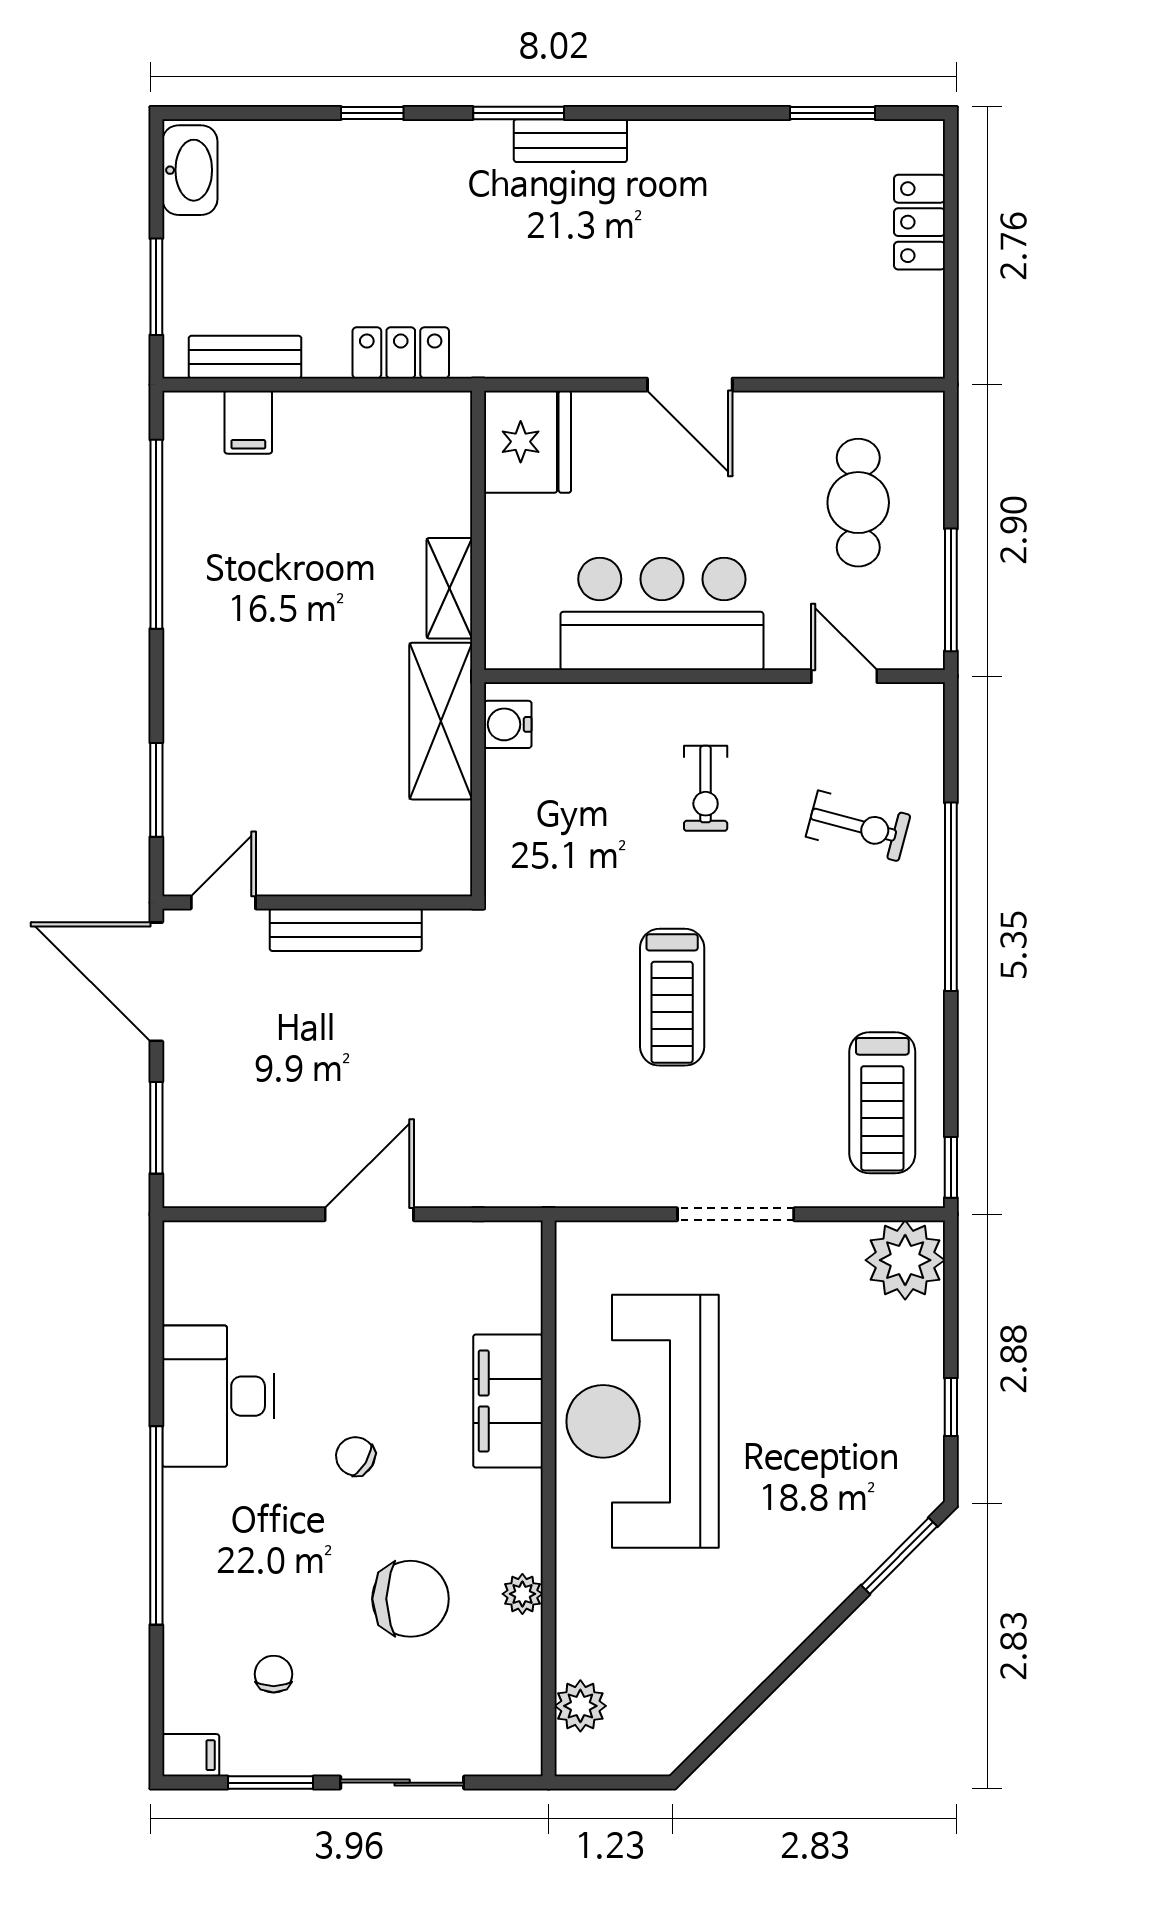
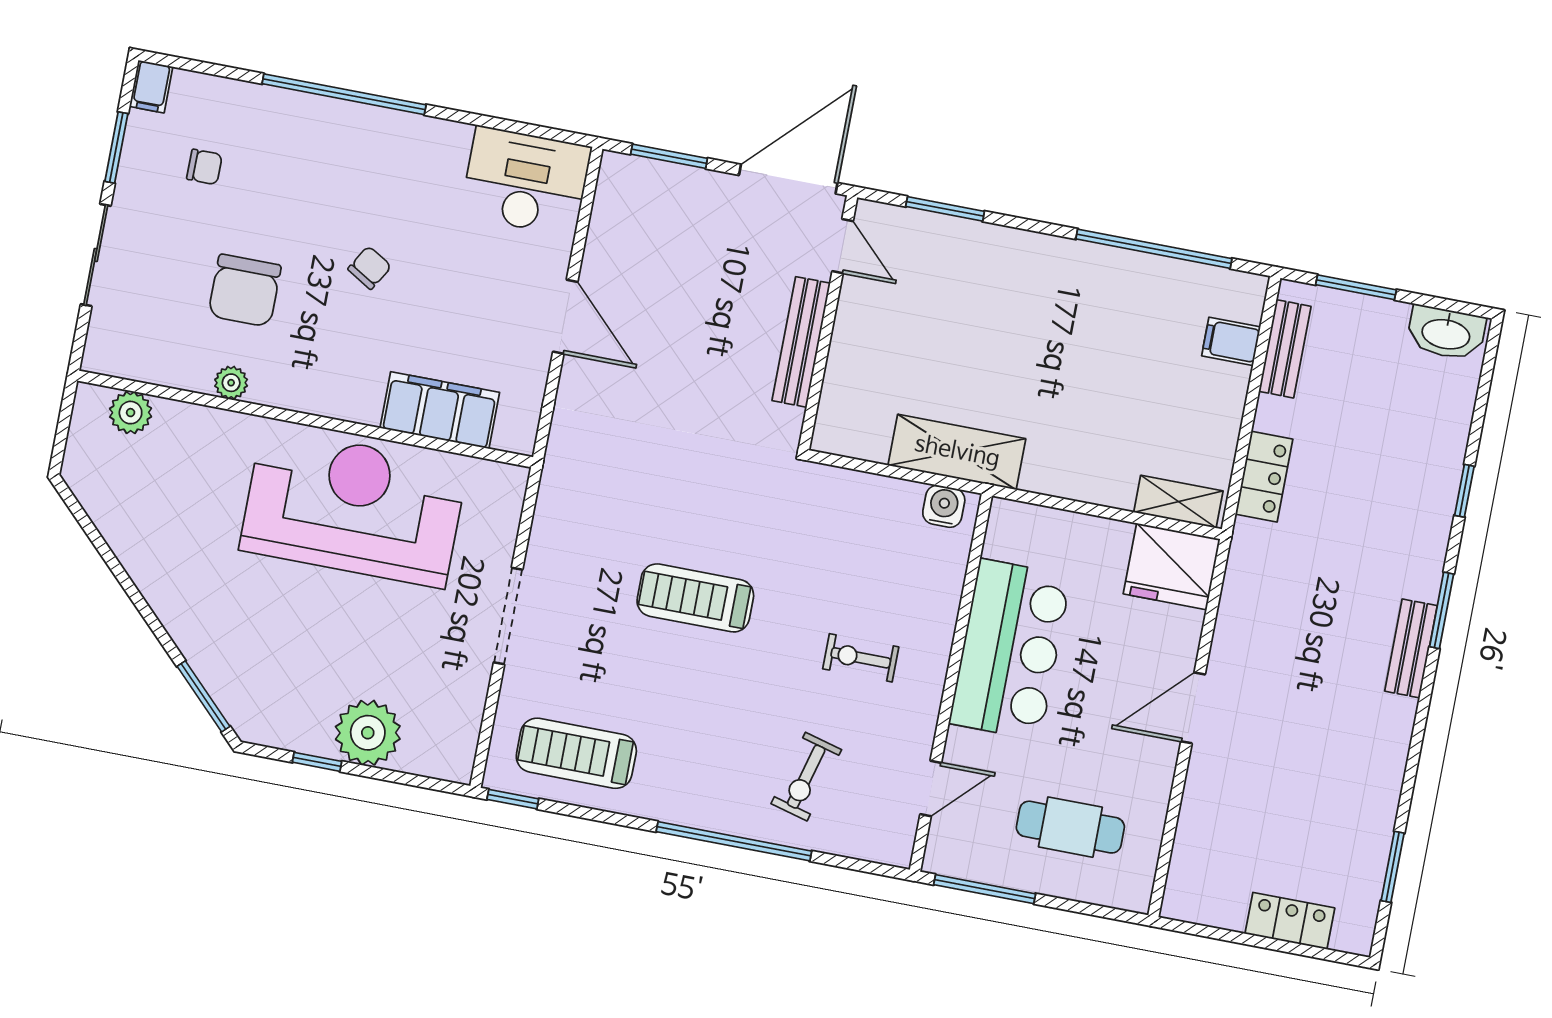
shelving: (449, 588) -> (1178, 502), moved
plant: (905, 1260) -> (368, 733), moved
desk: (218, 1396) -> (526, 181), moved
filing cabinet: (508, 1401) -> (440, 410), moved

